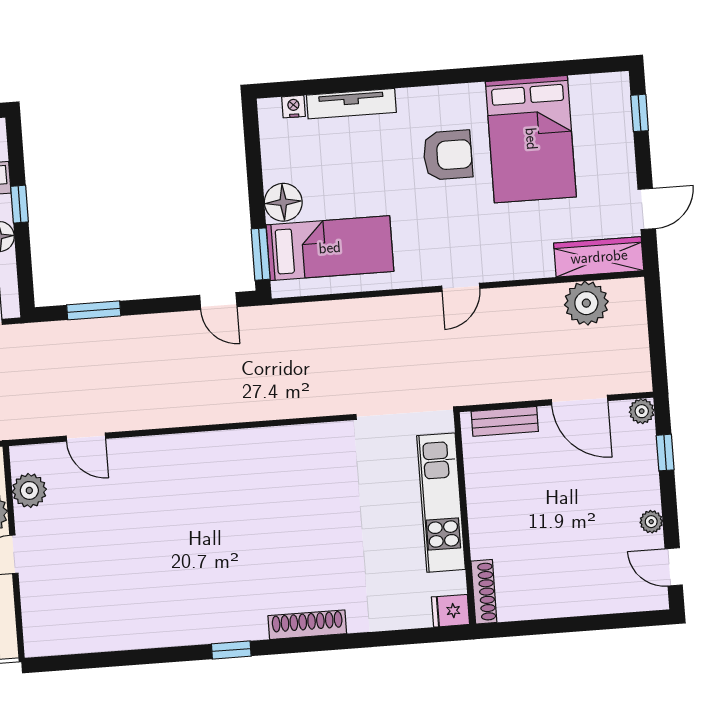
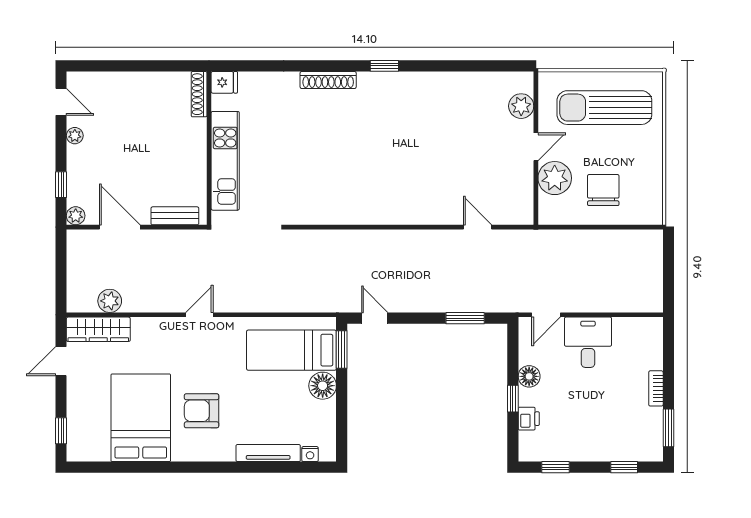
plant: (586, 303) -> (110, 301), width x0.73, depth x0.73
plant: (29, 490) -> (521, 106), moved

